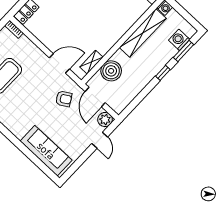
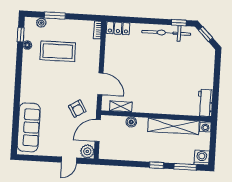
washing machine: (179, 40) -> (202, 158), moved
boiler: (111, 71) -> (131, 122), width x0.54, depth x0.54

